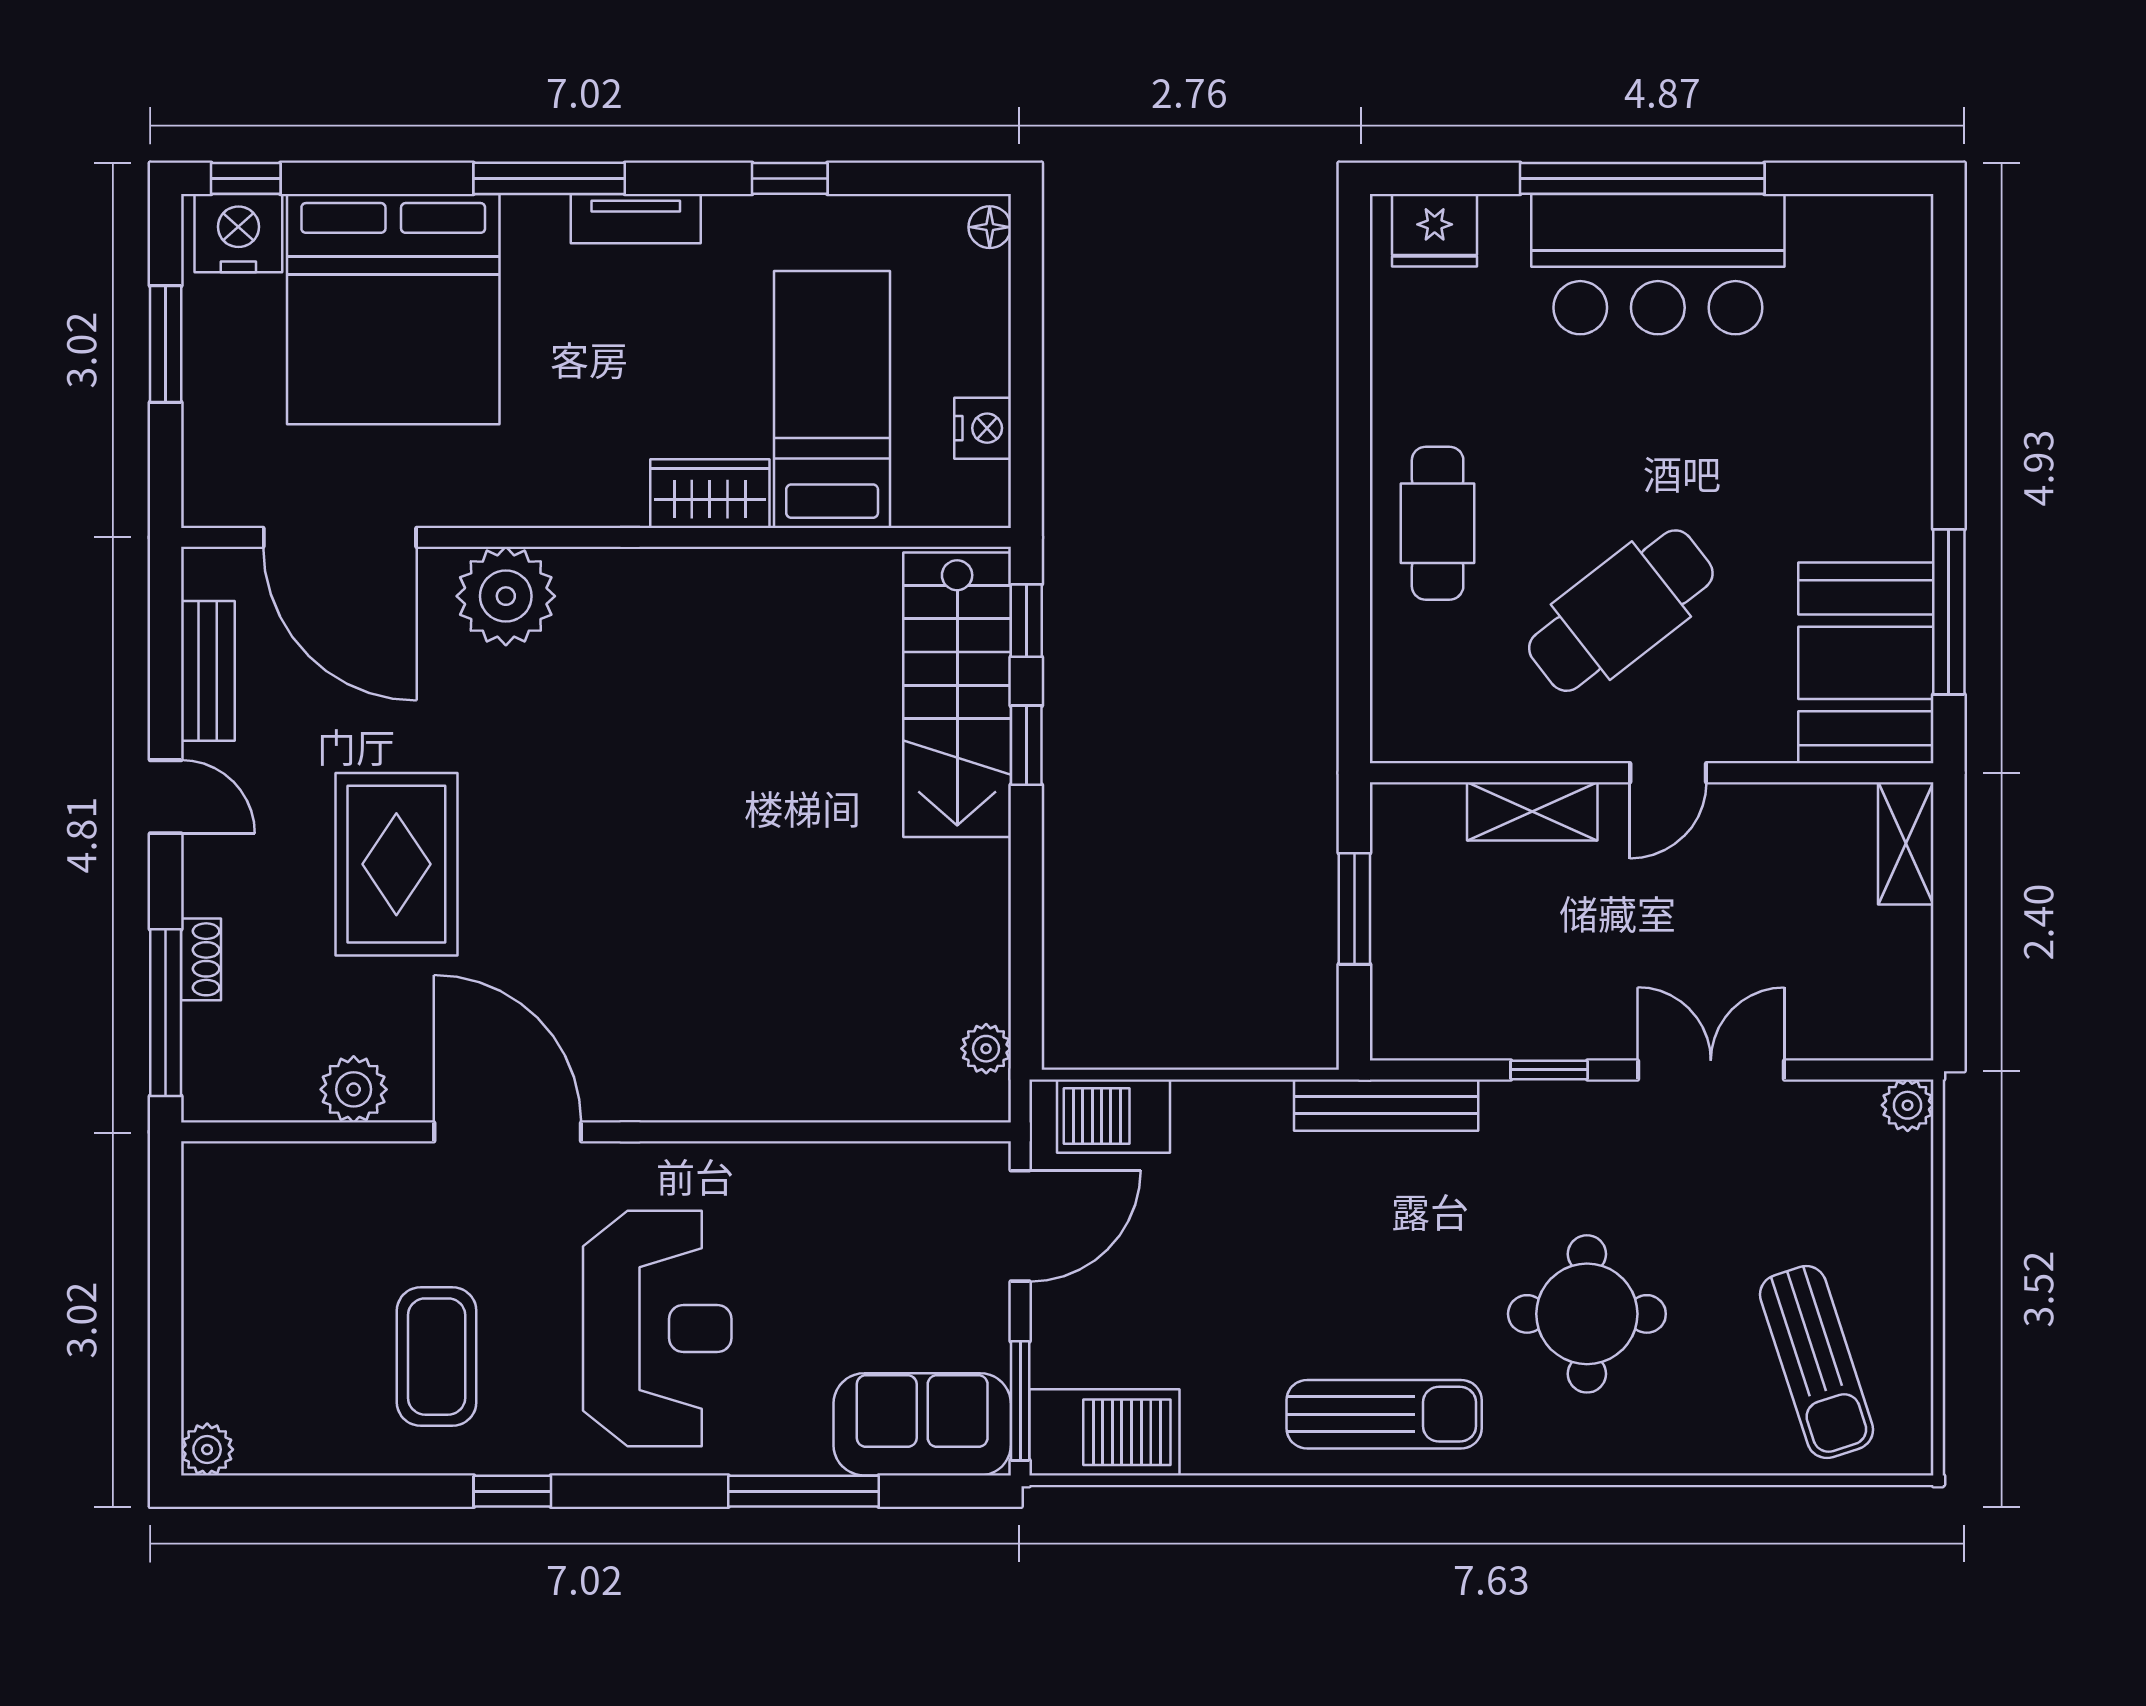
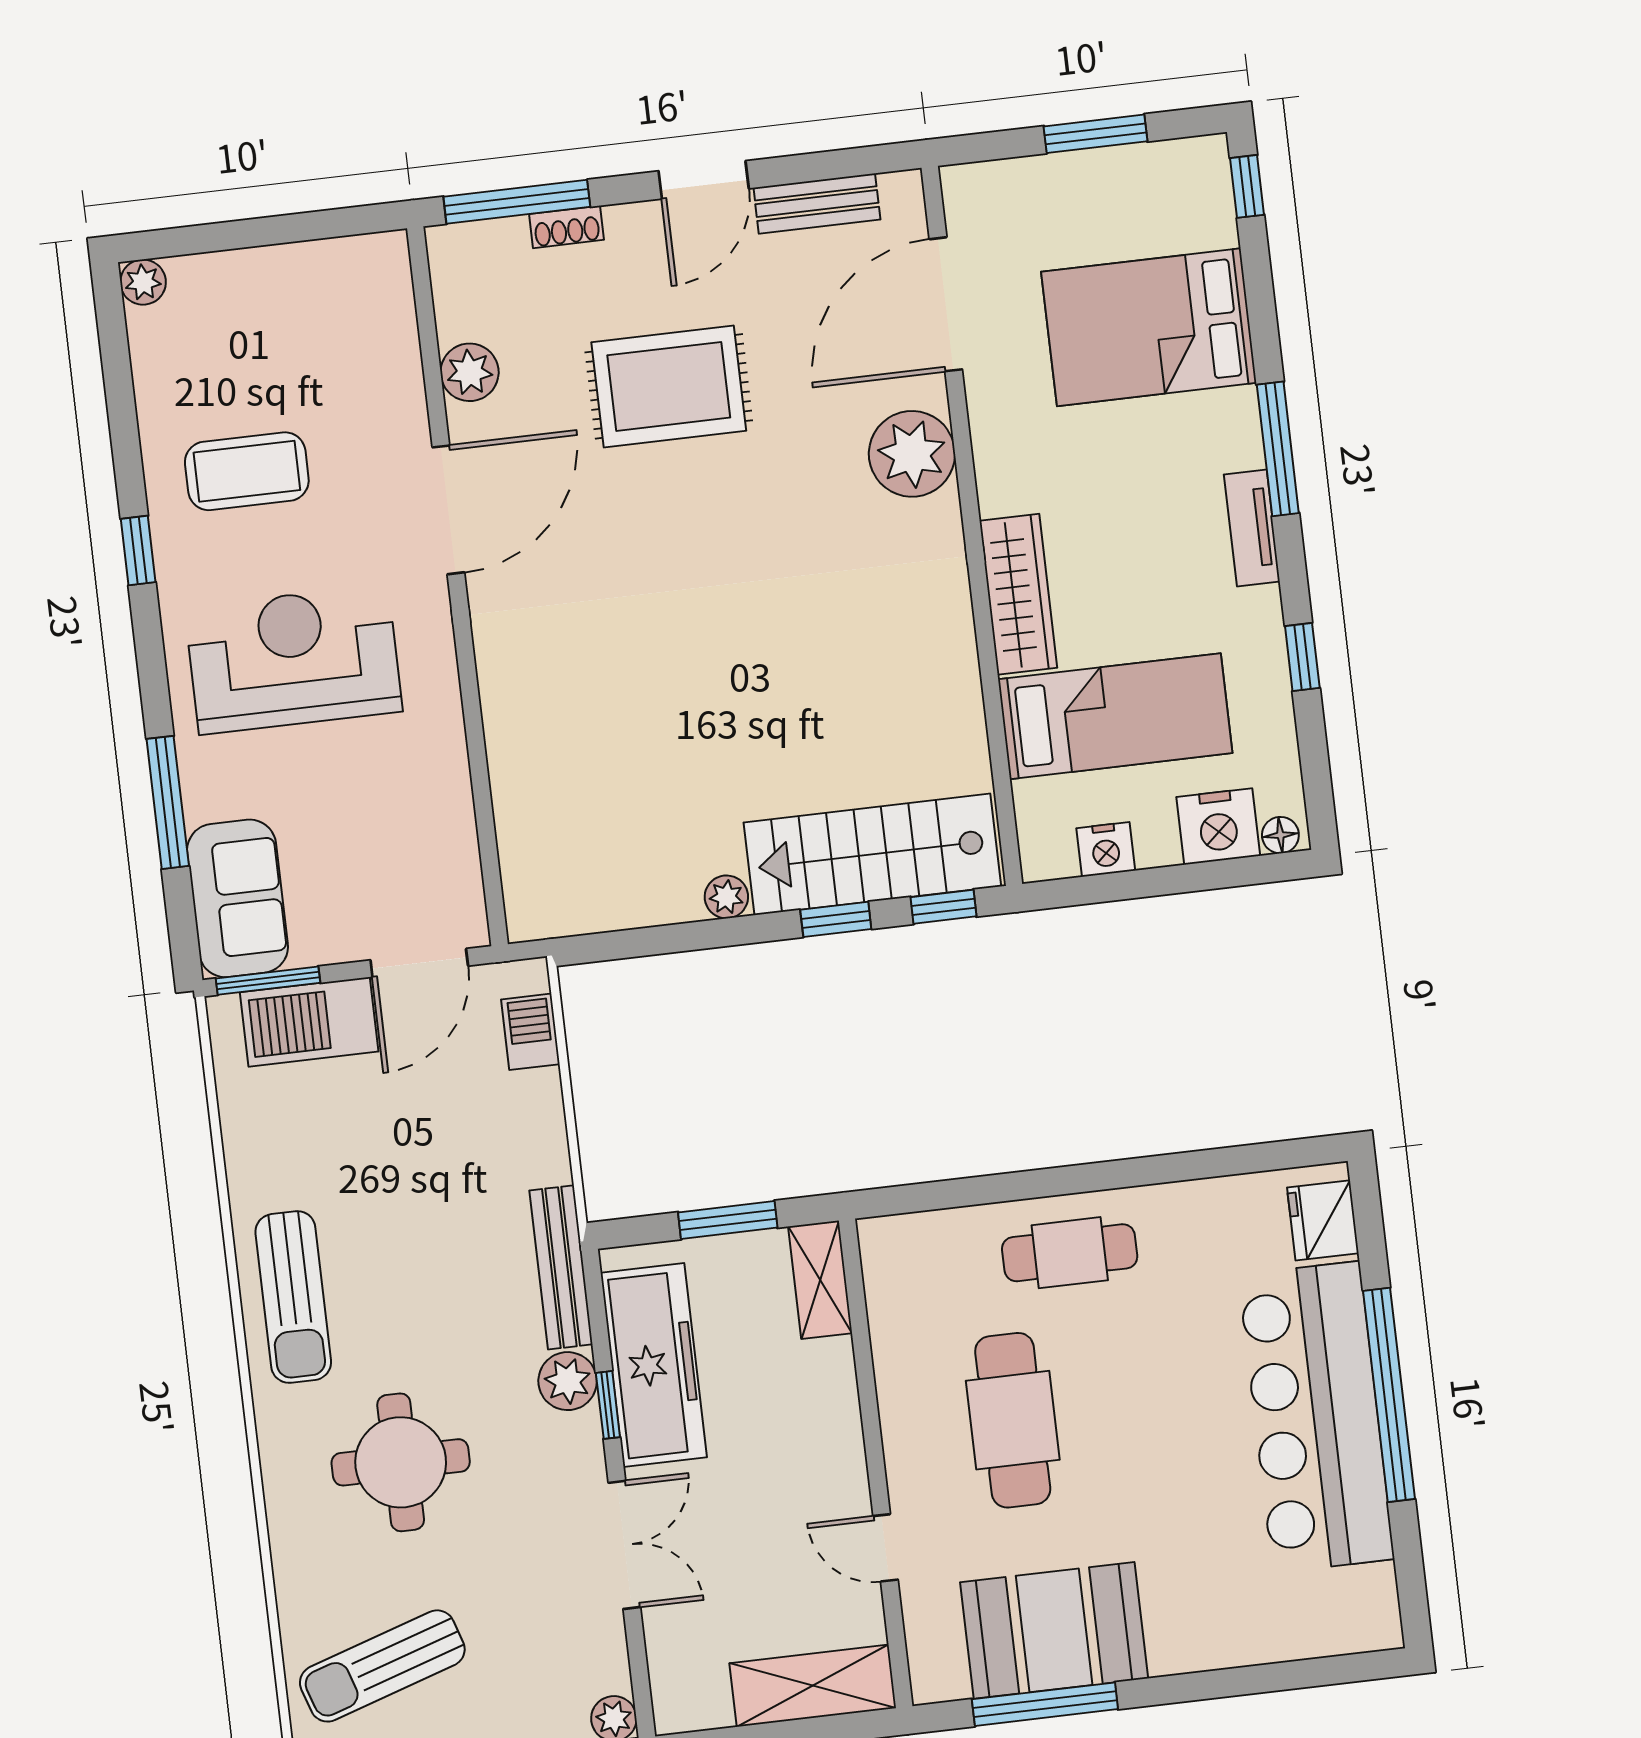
nightstand: (238, 233) -> (1218, 826), moved, turned 90
bar counter: (1658, 264) -> (1316, 1417), width x1.36
bed: (393, 309) -> (1149, 327), width x0.73
wardrobe: (710, 494) -> (1018, 594), width x1.50
cafe table: (1621, 611) -> (1013, 1420), turned 38
booth: (1866, 663) -> (1054, 1630), moved
door: (1668, 773) -> (885, 1548), moved
door: (166, 797) -> (704, 180), width x1.38
shelving: (1532, 811) -> (820, 1280), moved
shelving: (1906, 843) -> (813, 1686), width x1.50, depth x1.33
freezer: (1510, 1012) -> (654, 1365), added
plant: (986, 1049) -> (726, 897), moved
plant: (1517, 1113) -> (568, 1381), added
barbecue: (1114, 1116) -> (530, 1032), width x0.73, depth x0.79
door: (1020, 1226) -> (419, 963), hinge flipped
reception desk: (657, 1329) -> (294, 659), turned 180
barbecue: (1104, 1432) -> (309, 1022), moved, turned 90

